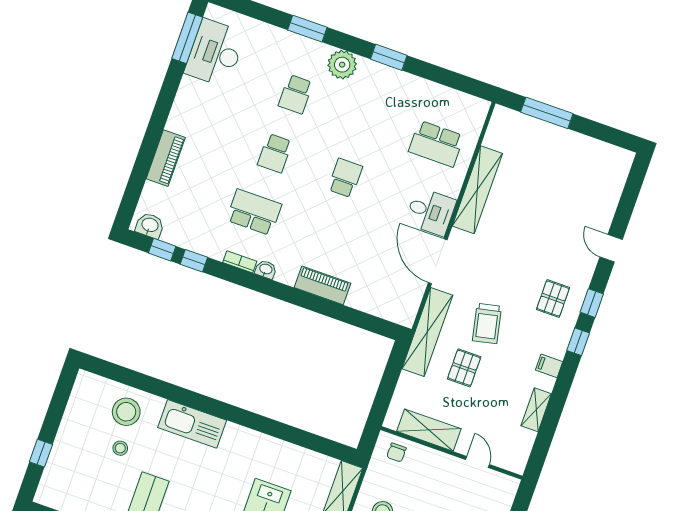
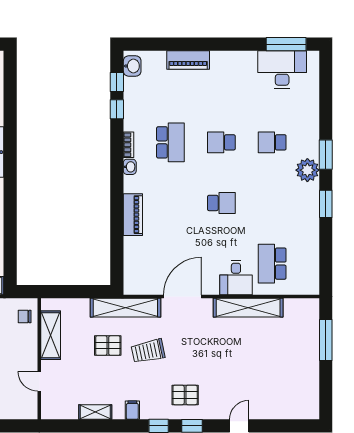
window: (307, 29) -> (326, 155), moved
desk: (431, 212) -> (236, 278), moved
door: (478, 462) -> (39, 381), swing flipped

